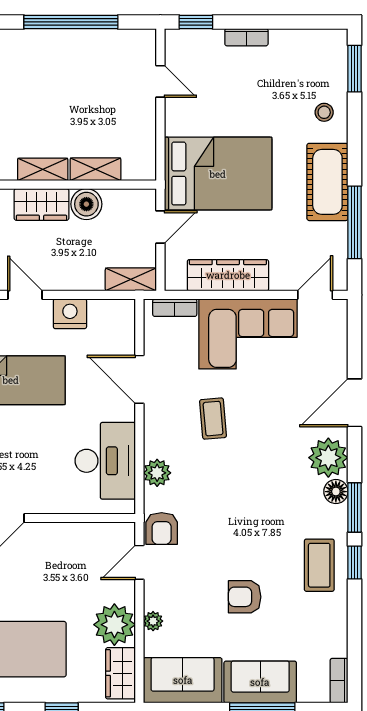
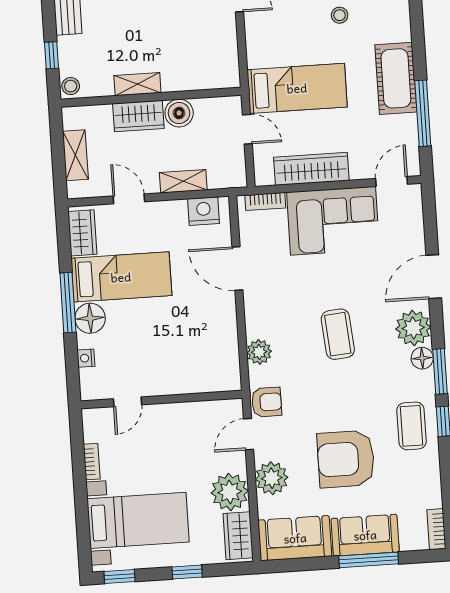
stool: (324, 112) -> (340, 15), moved
shelving: (96, 169) -> (185, 81), removed
bed: (218, 174) -> (297, 88), width x0.67
door: (160, 227) -> (247, 129), hinge flipped
shelving: (131, 279) -> (183, 181), moved
nightstand: (70, 314) -> (204, 211), moved
coffee table: (213, 419) -> (338, 334), moved, width x1.36, depth x1.30
desk: (105, 461) -> (211, 344), removed
armchair: (162, 529) -> (267, 402), turned -90
armchair: (245, 597) -> (346, 459), width x1.88, depth x1.88
plant: (153, 621) -> (272, 478), width x1.87, depth x1.87

